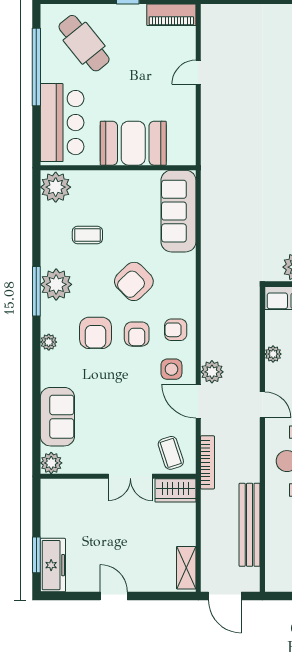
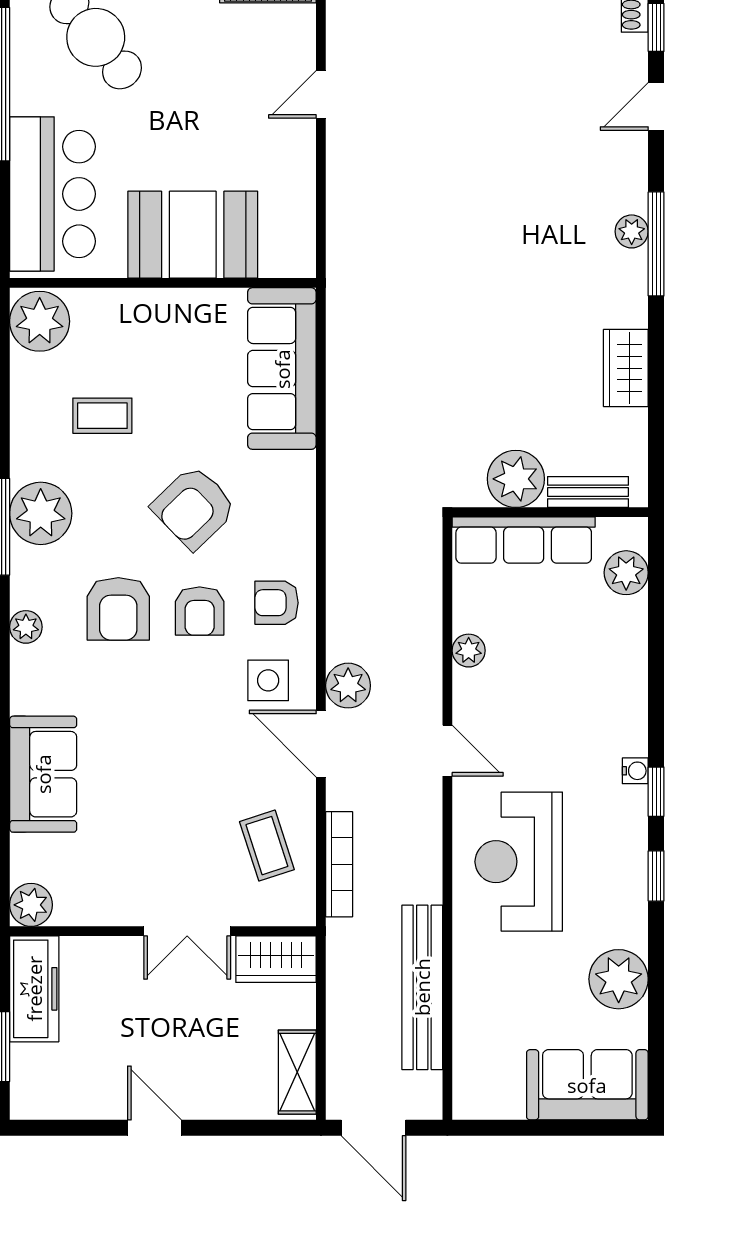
plant: (51, 463) -> (31, 905), moved
wall: (118, 476) -> (163, 931), moved
double door: (130, 476) -> (187, 931), moved
wardrobe: (175, 490) -> (276, 959), moved
freezer: (53, 565) -> (34, 989), moved

